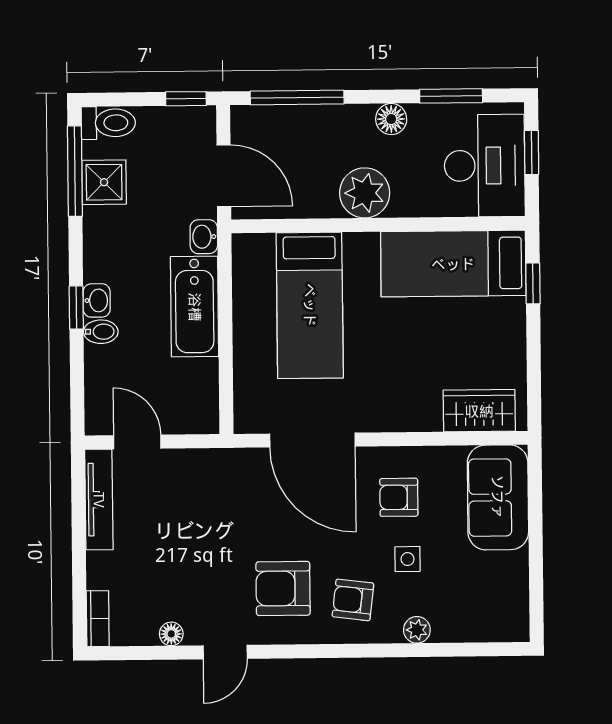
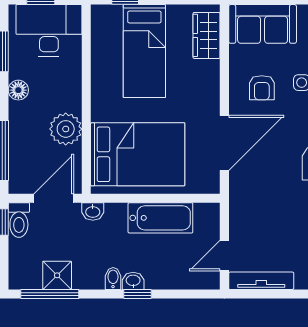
toilet: (108, 123) -> (19, 220), moved, turned 180
plant: (365, 193) -> (66, 129), moved
bed: (453, 264) -> (144, 51), moved
bed: (310, 305) -> (138, 154), width x1.50
bathtub: (195, 307) -> (160, 218), moved
bidet: (101, 332) -> (113, 278), moved

